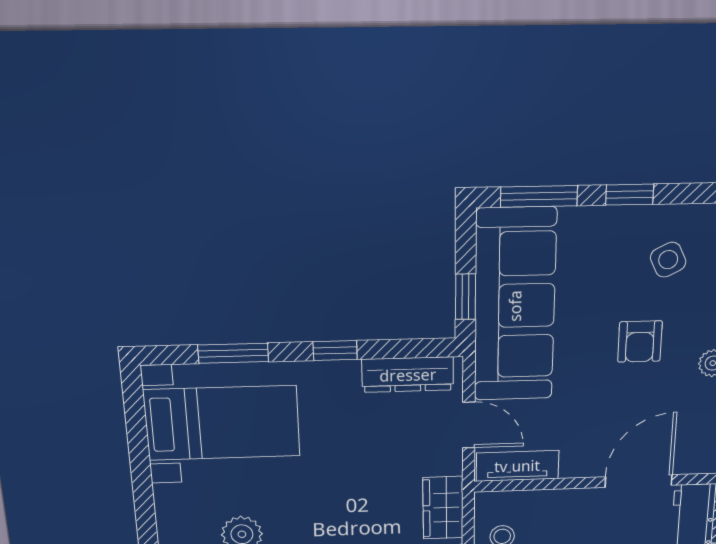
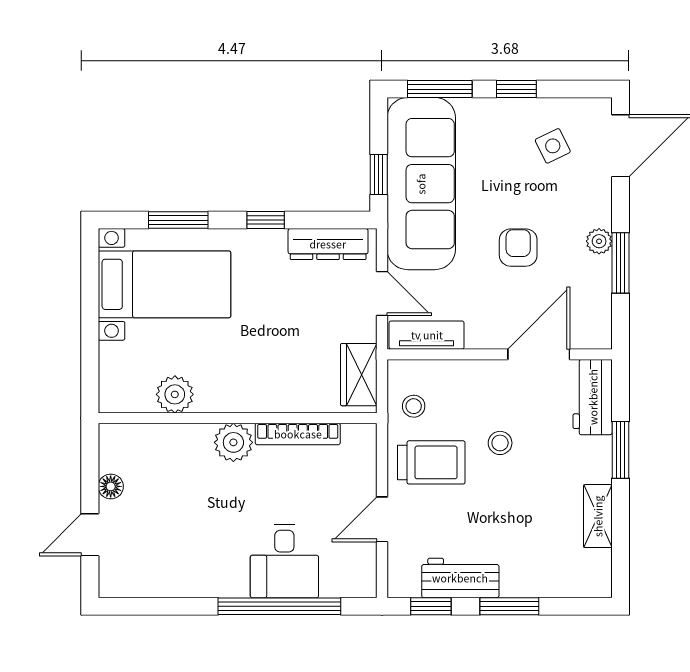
armchair: (640, 342) -> (518, 248), moved, turned 180

